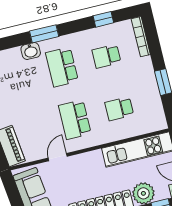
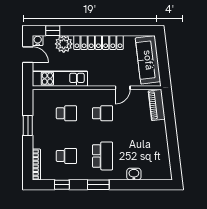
window: (44, 34) -> (98, 185), moved
washbasin: (31, 51) -> (134, 174), moved
school desk: (75, 120) -> (103, 113), width x0.54

